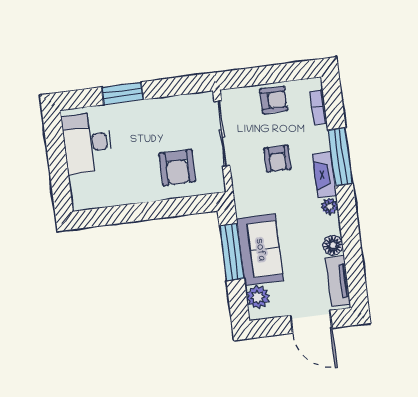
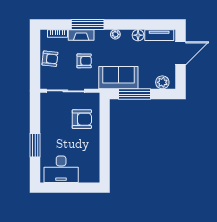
armchair: (274, 100) -> (50, 59), turned 96
fireplace: (324, 175) -> (81, 35), moved
sofa: (260, 250) -> (118, 78), moved

